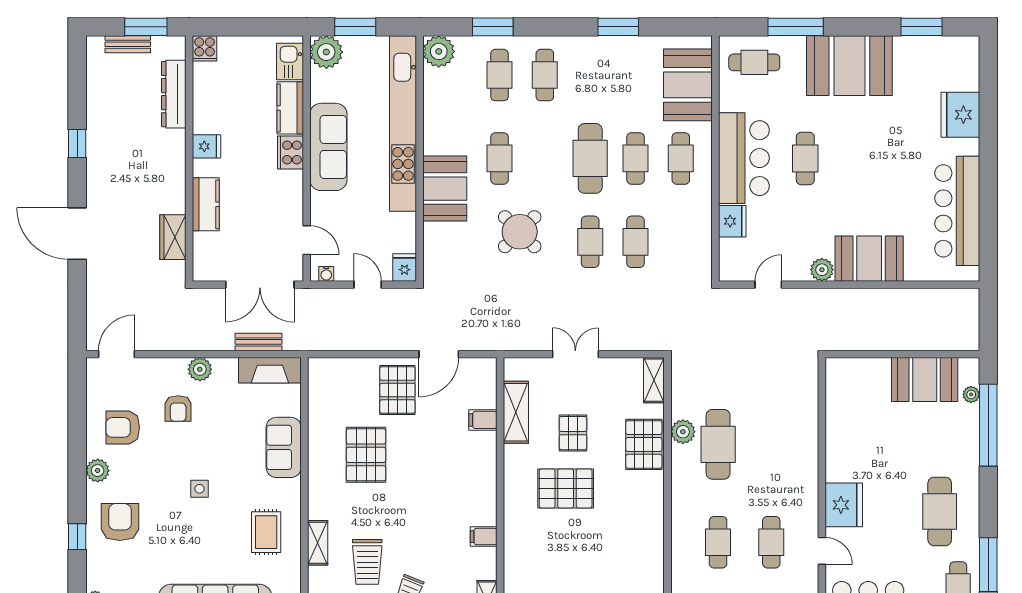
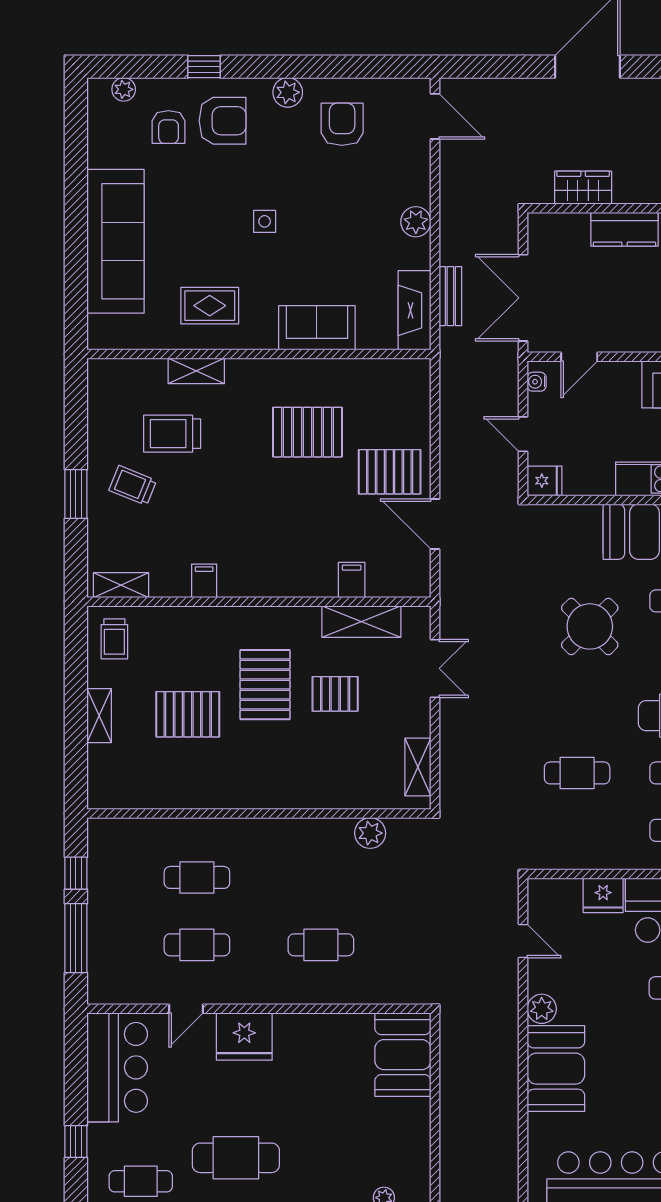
cafe table: (590, 242) -> (577, 716), removed
door: (368, 285) -> (523, 434), swing flipped
double door: (575, 354) -> (435, 668), moved
booth: (925, 379) -> (403, 1055), moved
shelving: (654, 380) -> (418, 767), moved, turned 90
armchair: (178, 409) -> (169, 127), moved, turned -90
plant: (683, 432) -> (370, 833), moved
pallet: (644, 444) -> (188, 714), moved
cafe table: (718, 444) -> (321, 945), moved, width x0.73, depth x0.74

